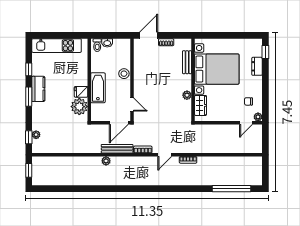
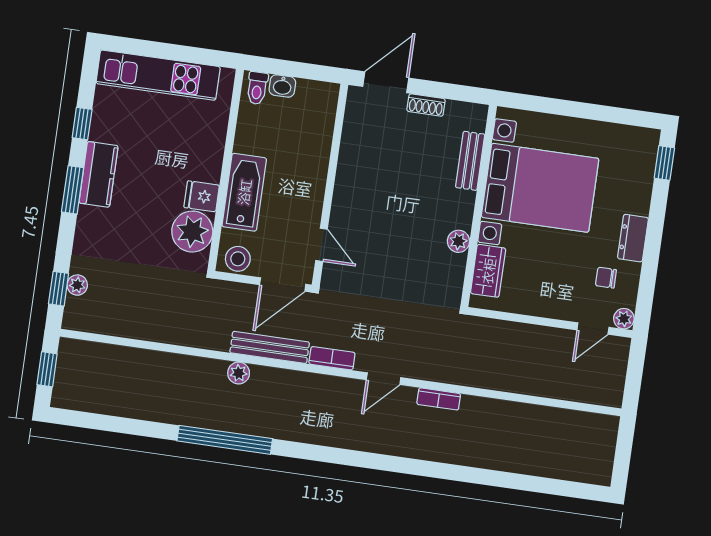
dresser: (257, 66) -> (633, 238), moved
stool: (124, 74) -> (238, 259), moved
window: (232, 189) -> (225, 440), moved

